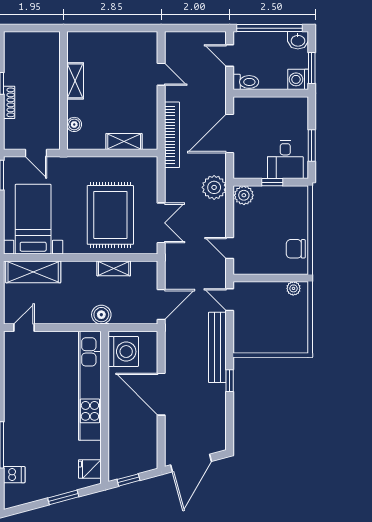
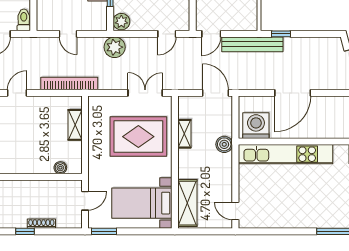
shelving: (75, 81) -> (23, 167), removed
door: (230, 133) -> (68, 34), width x0.53

